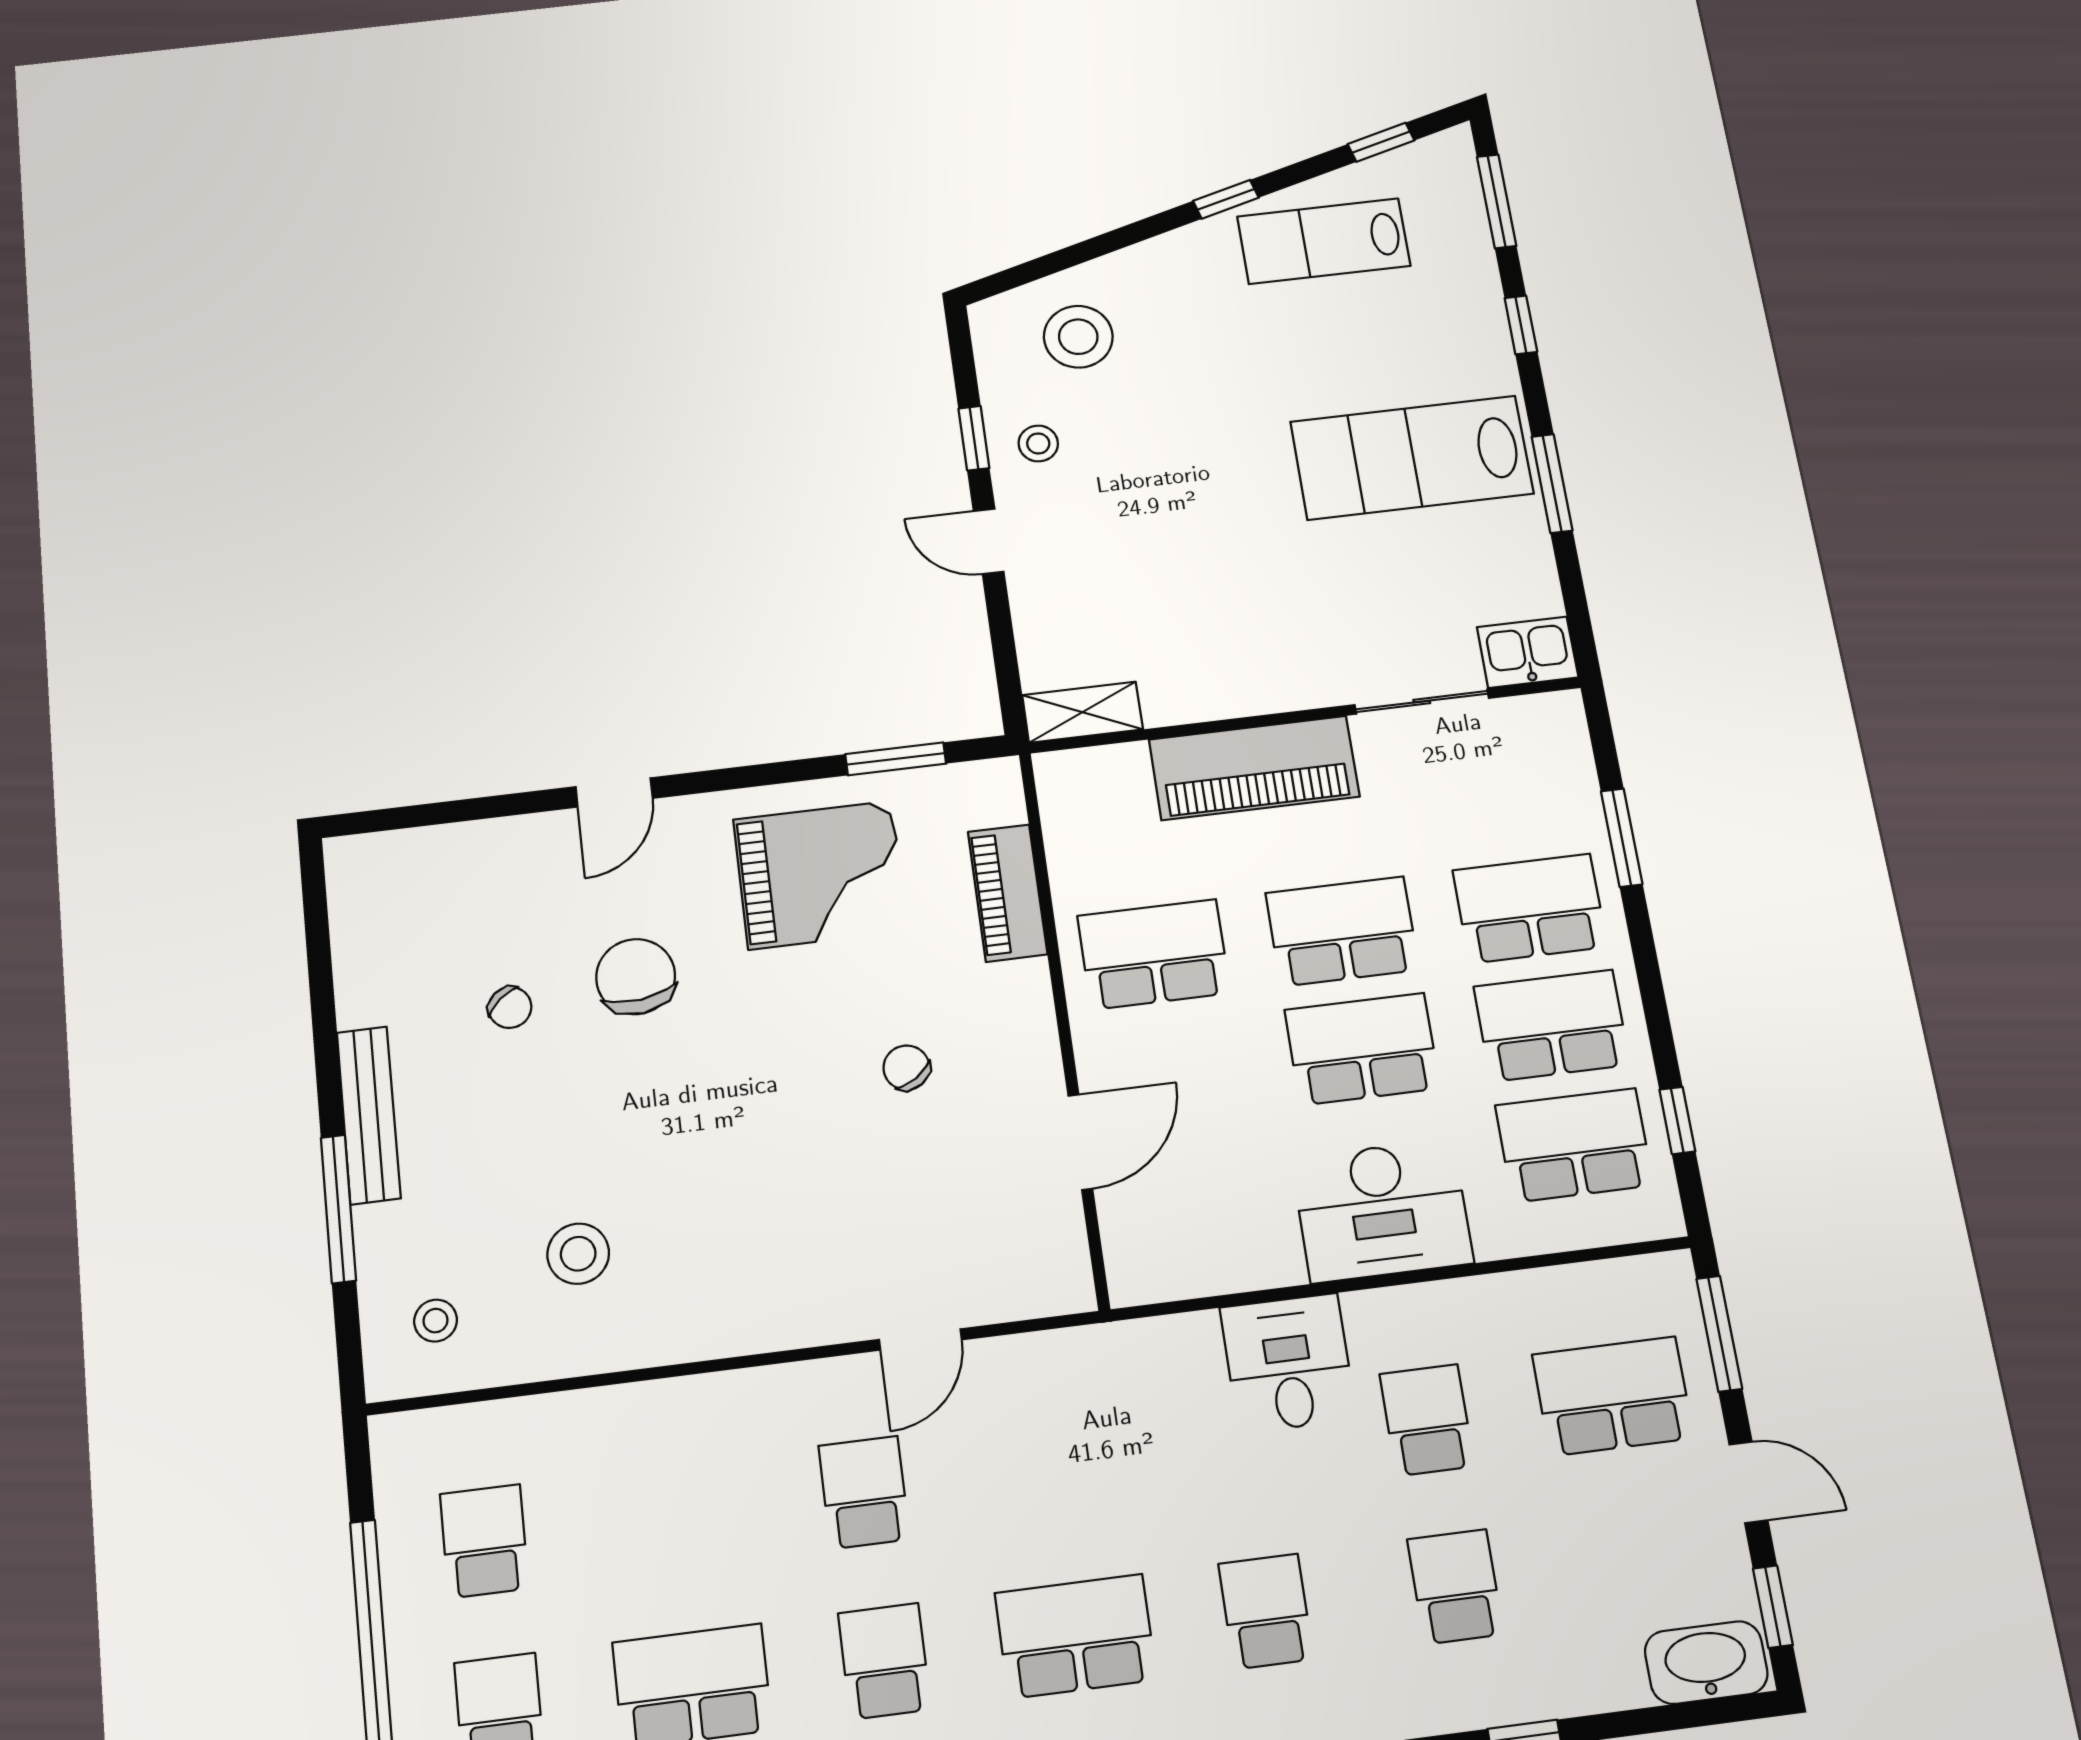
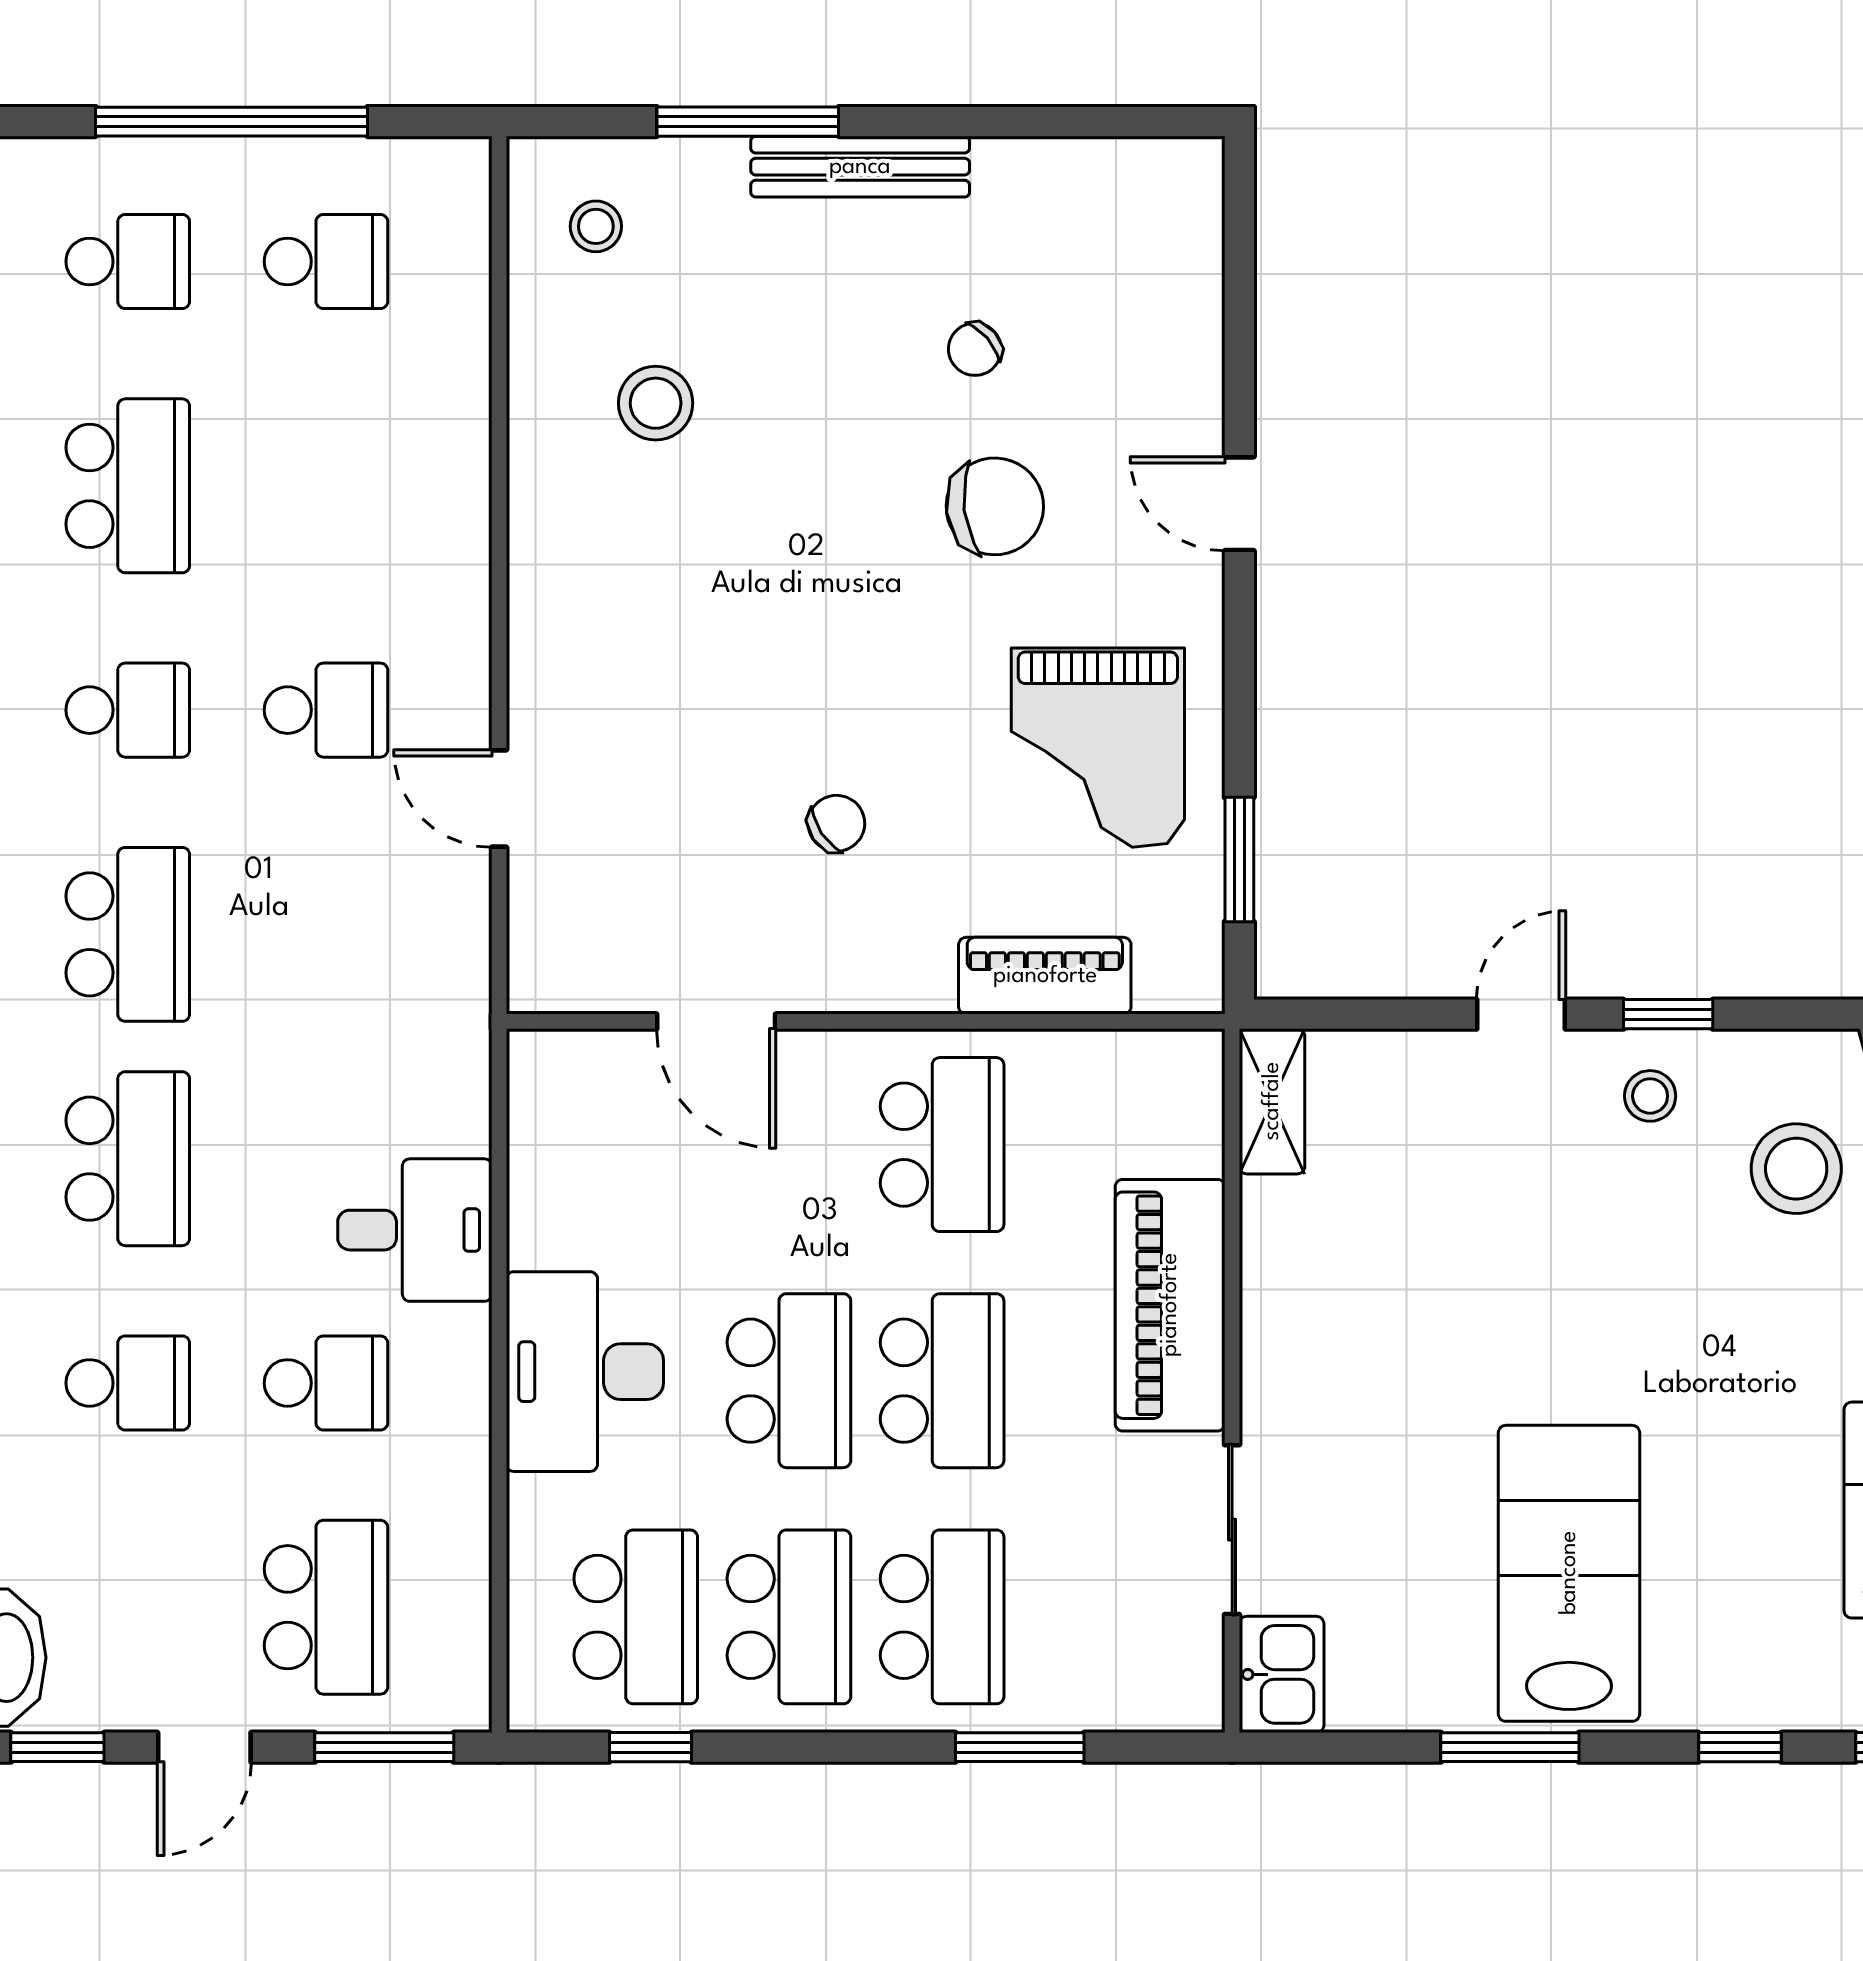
school desk: (1266, 1611) -> (128, 1159), width x1.85

